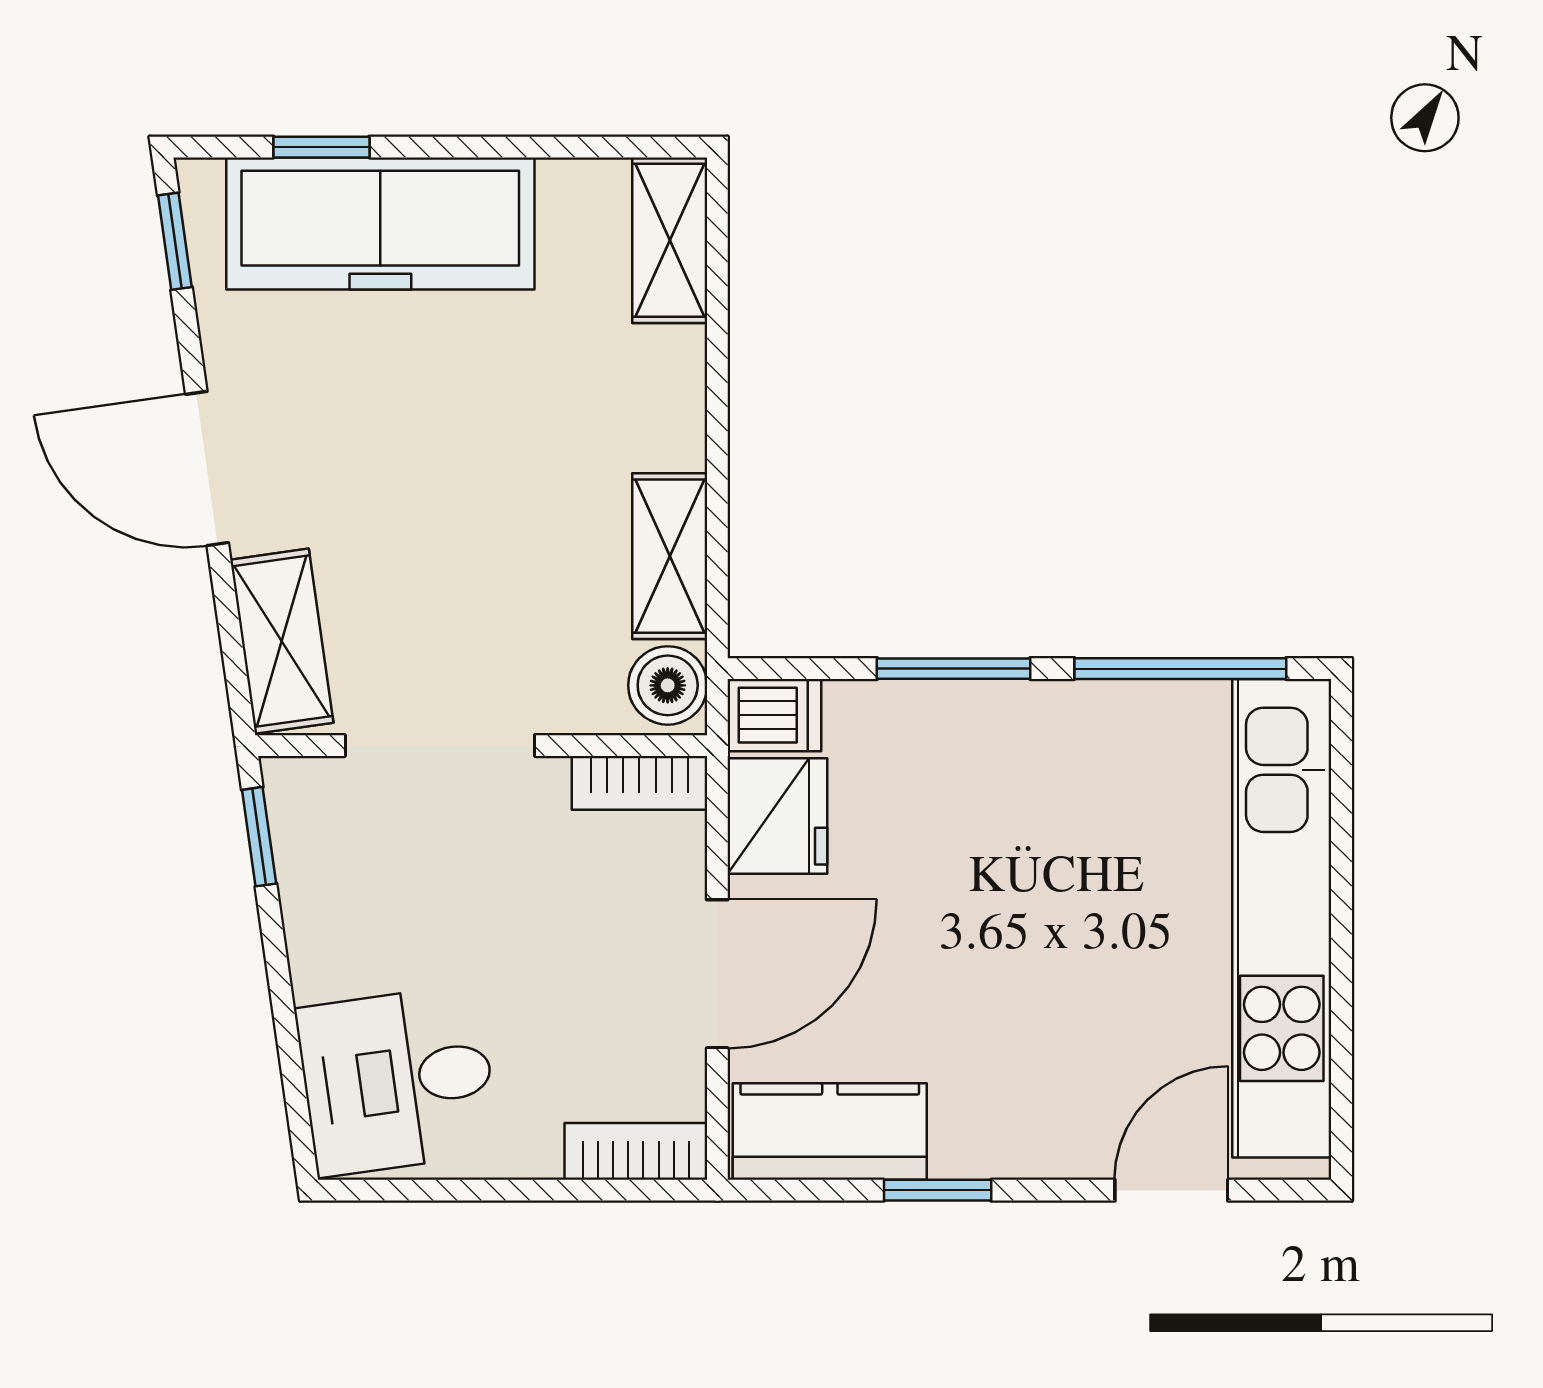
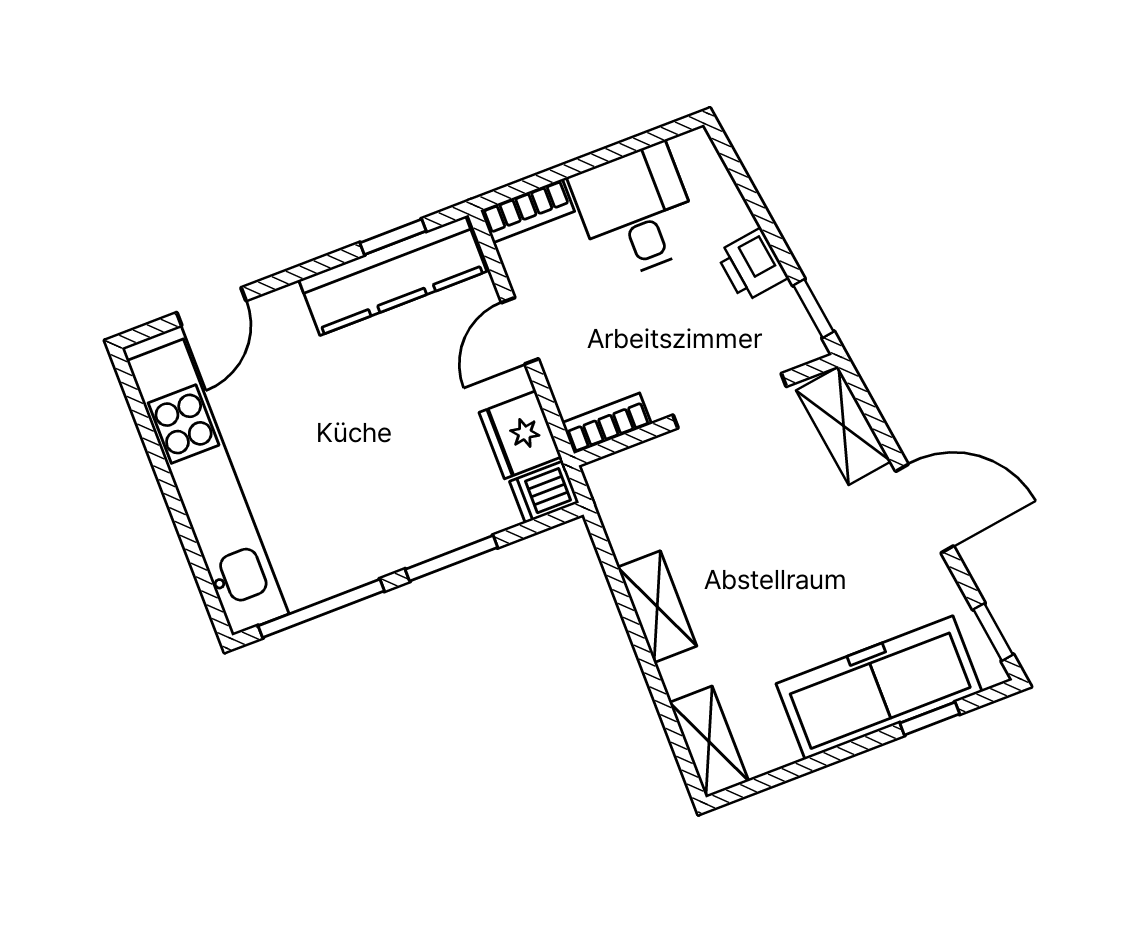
shelving: (670, 556) -> (657, 607), moved
boiler: (668, 685) -> (612, 486), removed
printer: (327, 938) -> (752, 265), added
door: (717, 974) -> (520, 331), width x0.73
desk: (398, 1080) -> (636, 212), moved, turned -82
kitchen counter: (830, 1131) -> (393, 276), width x1.50
window: (938, 1190) -> (393, 237), moved

